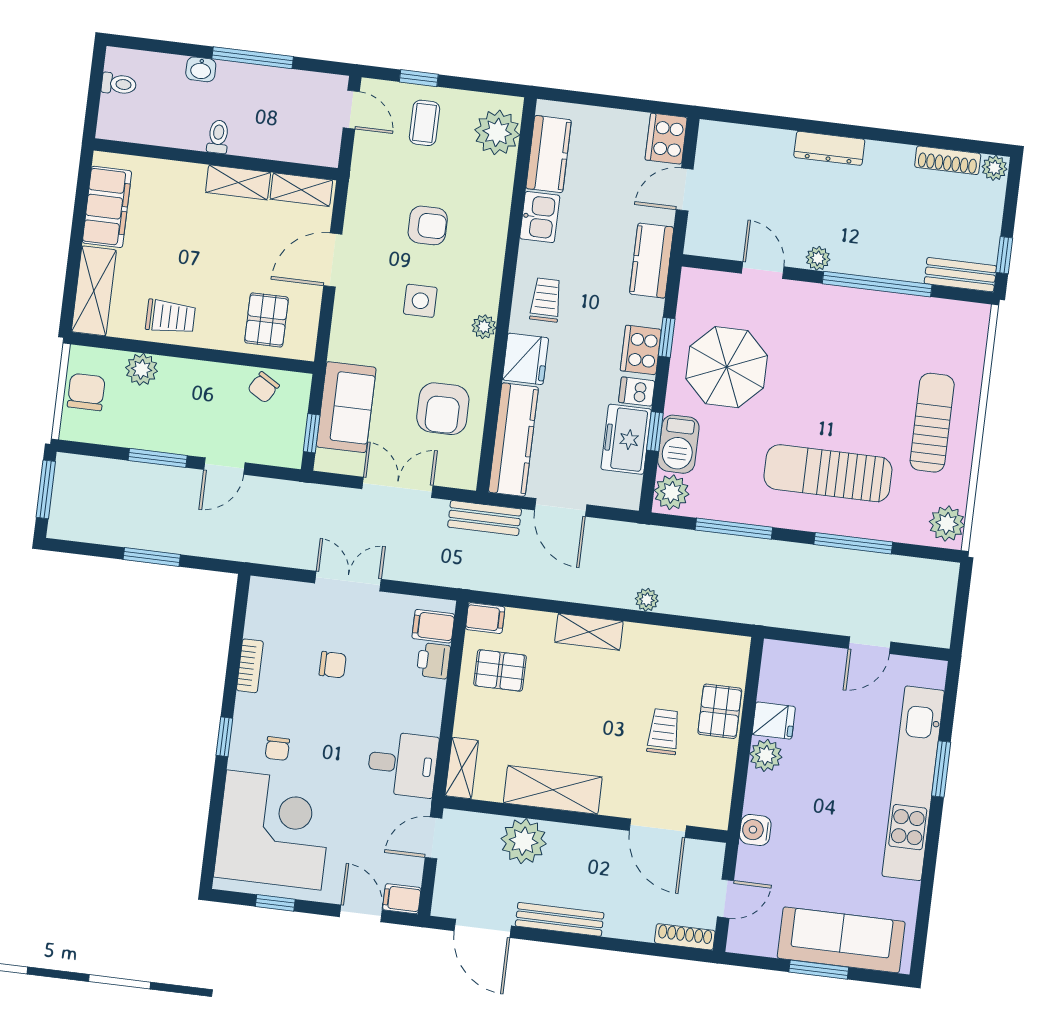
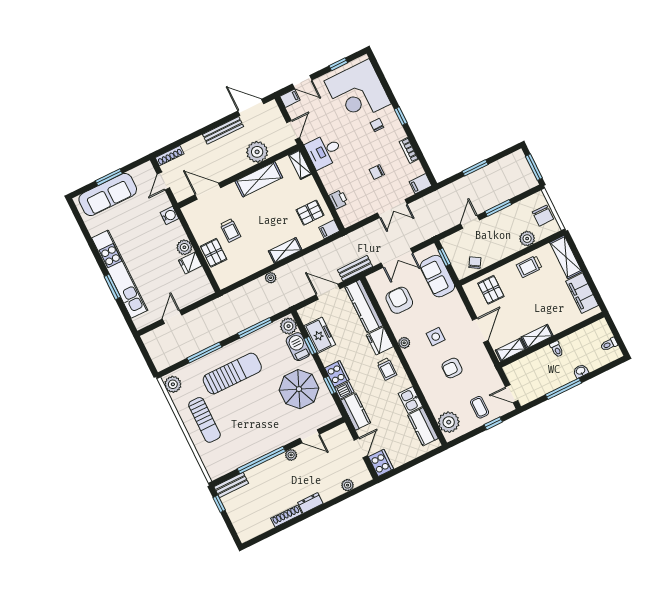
dresser: (829, 148) -> (310, 503), width x0.70
shoe rack: (948, 160) -> (286, 516), moved
plant: (994, 168) -> (348, 485), moved
dishwasher: (637, 392) -> (344, 390), moved
filing cabinet: (433, 626) -> (420, 184), moved, turned 180

